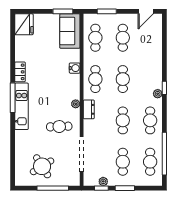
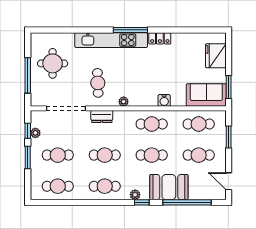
fridge: (24, 24) -> (216, 56), moved, turned 90
booth: (151, 64) -> (169, 187), added
kitchen unit: (22, 106) -> (111, 40), width x1.36
dresser: (89, 109) -> (102, 116), moved
window: (164, 154) -> (187, 202), moved
round table: (42, 166) -> (53, 63), turned 32

